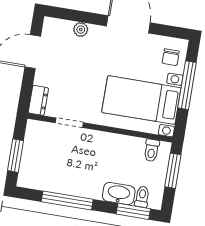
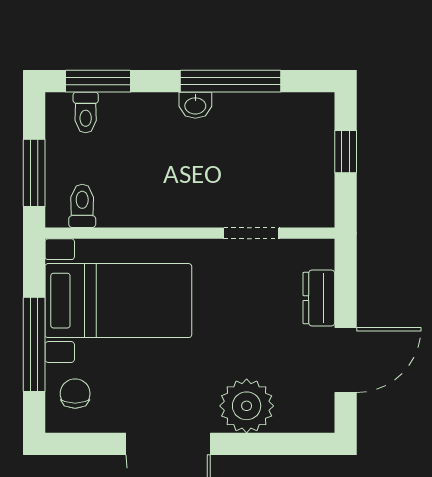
plant: (81, 30) -> (247, 406), width x1.88, depth x1.88
dresser: (38, 100) -> (319, 298), moved
window: (16, 156) -> (346, 152), width x0.67
washbasin: (119, 194) -> (195, 105), moved, width x0.52, depth x0.69

